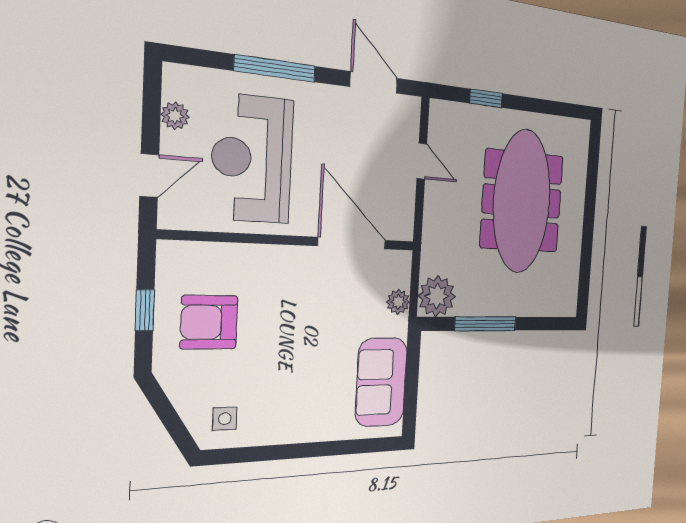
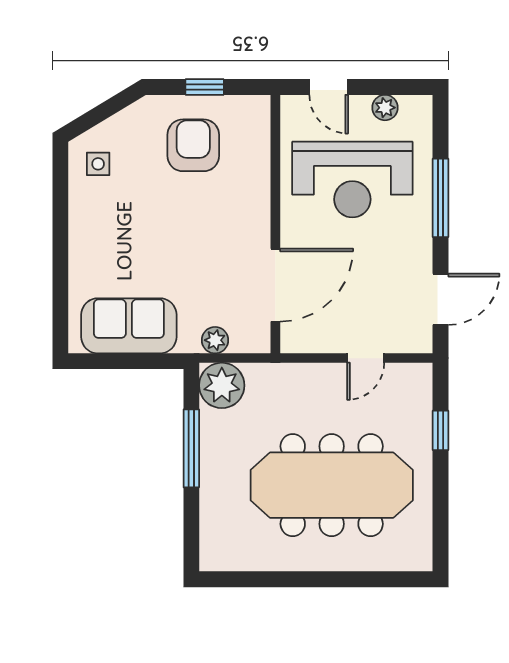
reception desk: (252, 159) -> (352, 180), turned 180

